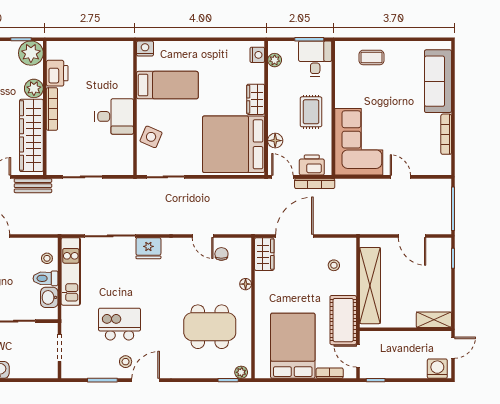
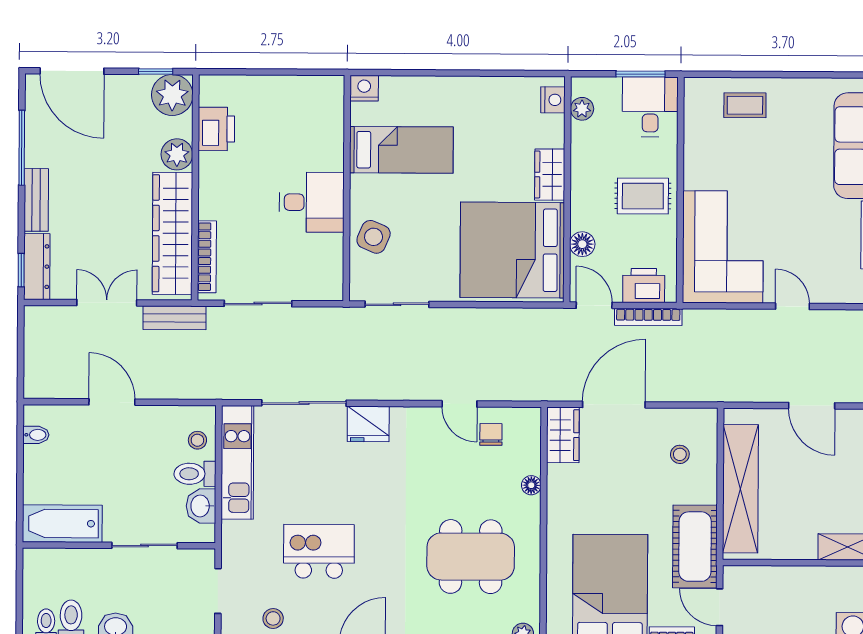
bookcase: (52, 109) -> (207, 257), moved
rug: (311, 112) -> (643, 196), turned 90
stool: (126, 362) -> (273, 618), moved

